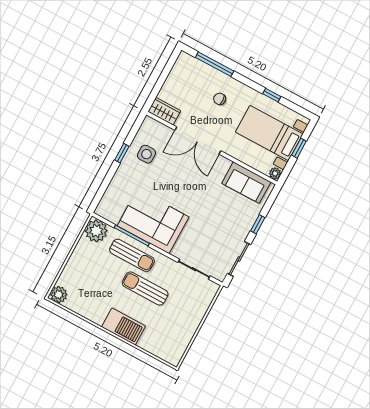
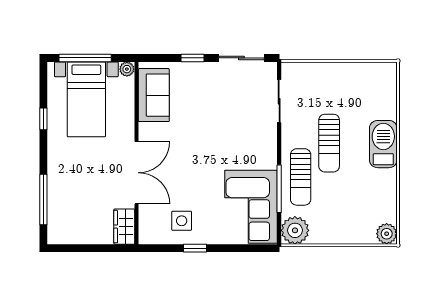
chair: (220, 99) -> (78, 174), removed
window: (299, 148) -> (85, 58), width x2.17
corner sofa: (153, 221) -> (251, 207), moved
sun lounger: (132, 255) -> (301, 177), turned 180

